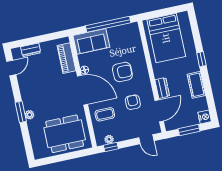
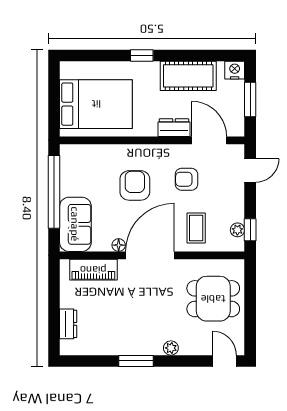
door: (11, 68) -> (224, 361), moved
cot: (196, 85) -> (188, 76), width x1.37, depth x1.34
window: (21, 112) -> (136, 361), moved
dining table: (65, 134) -> (213, 299), width x0.73

